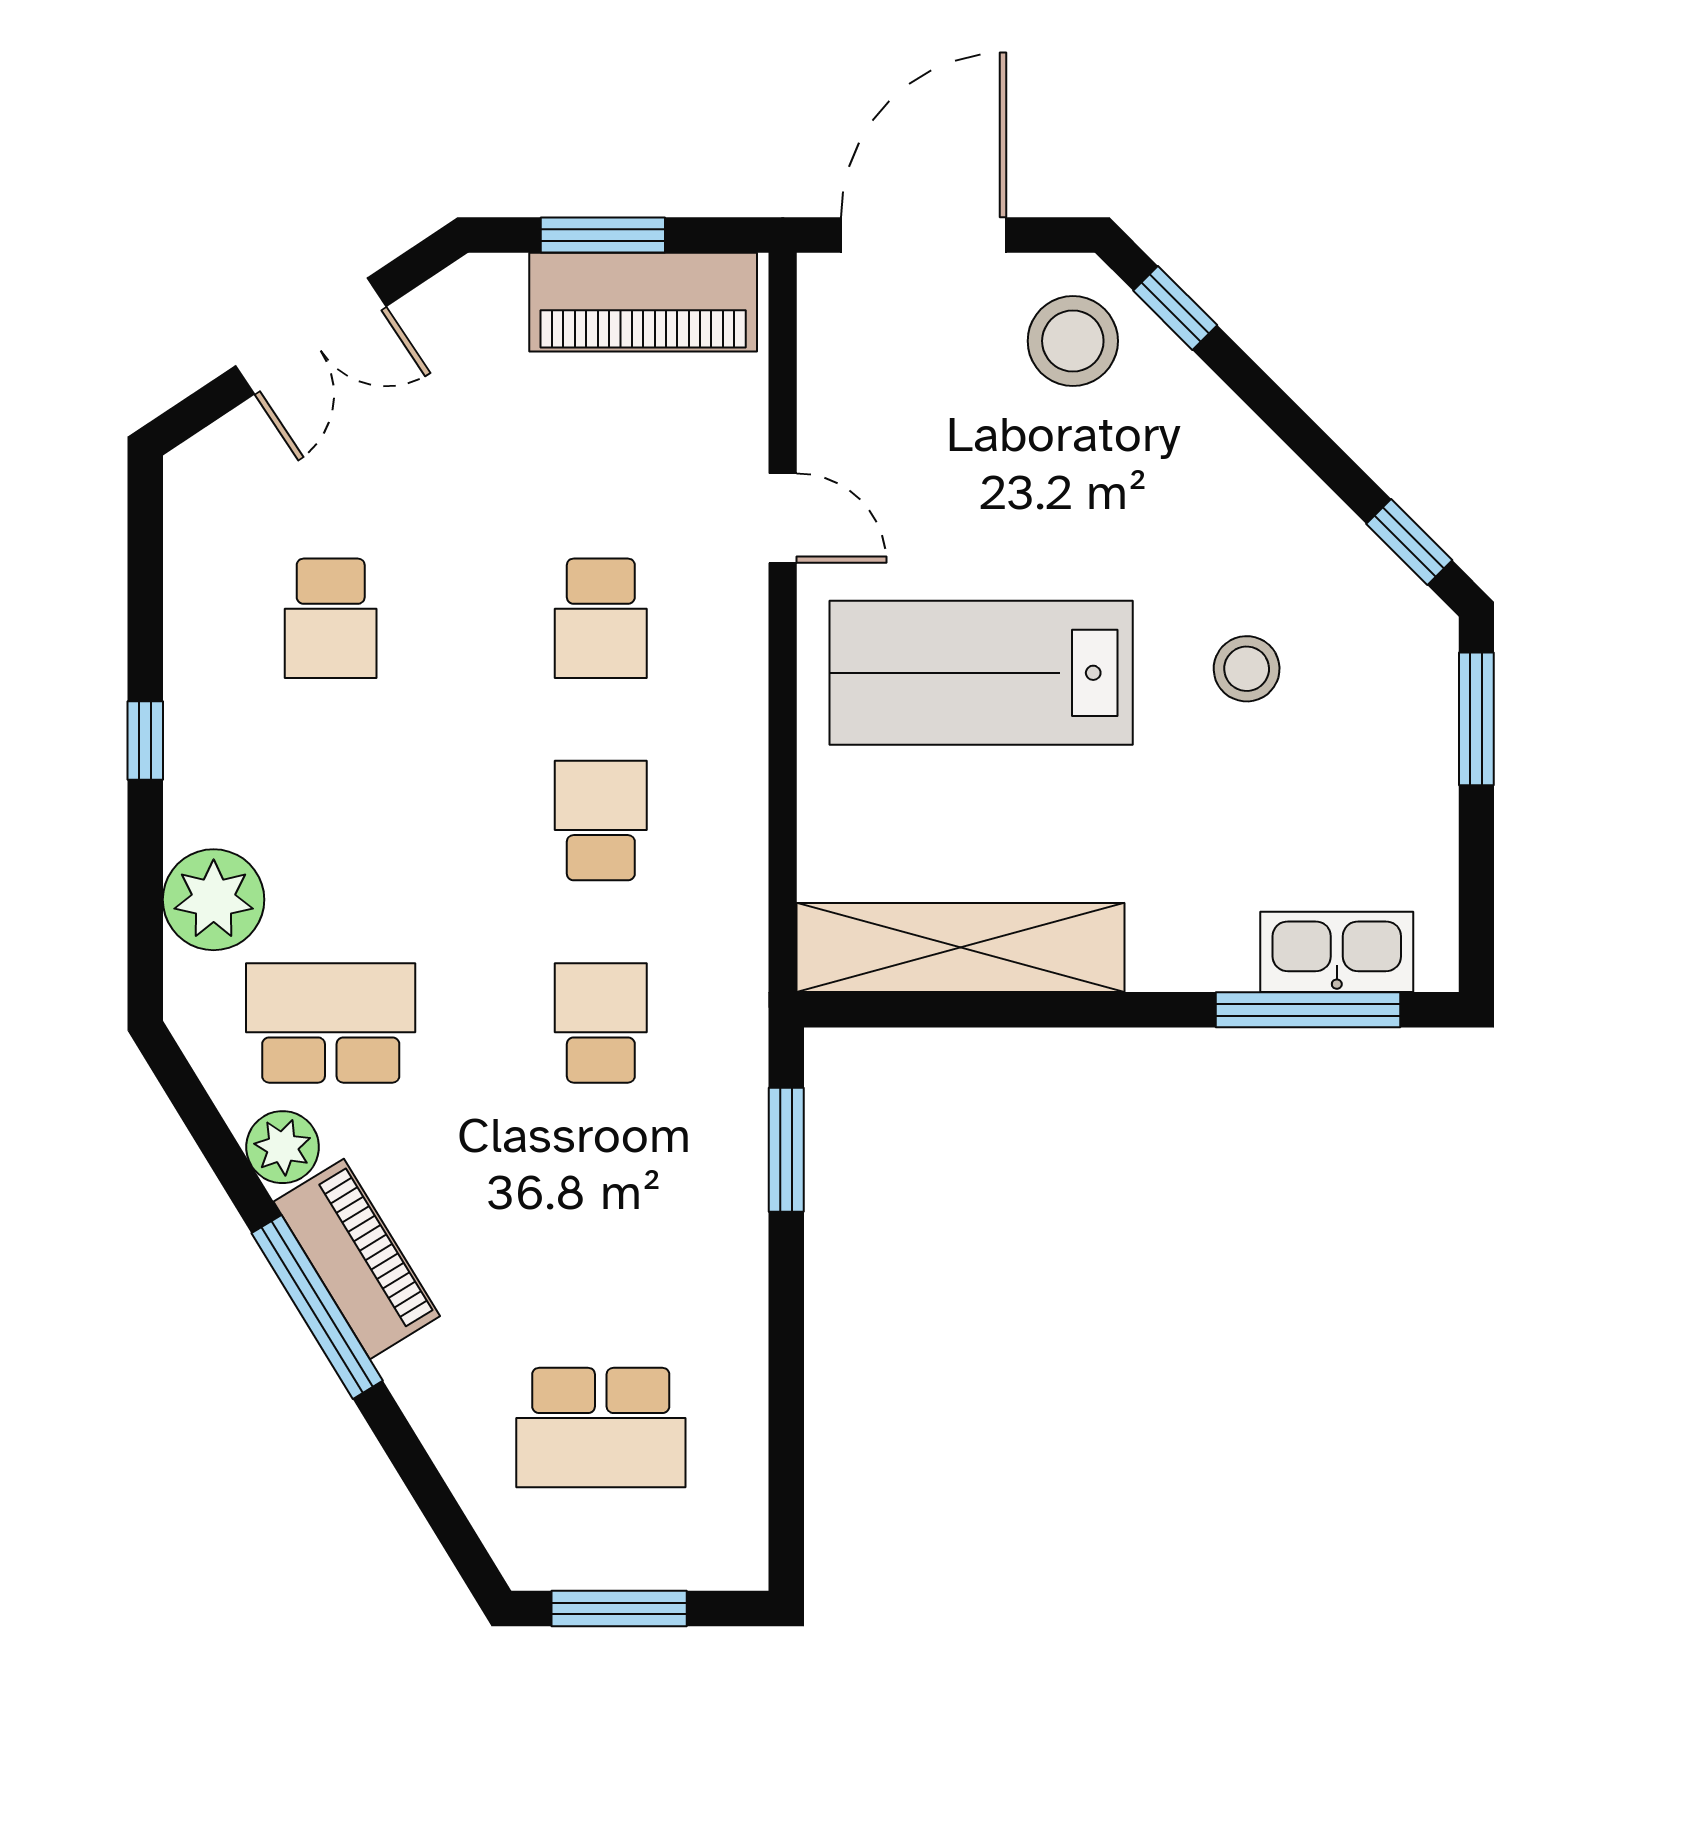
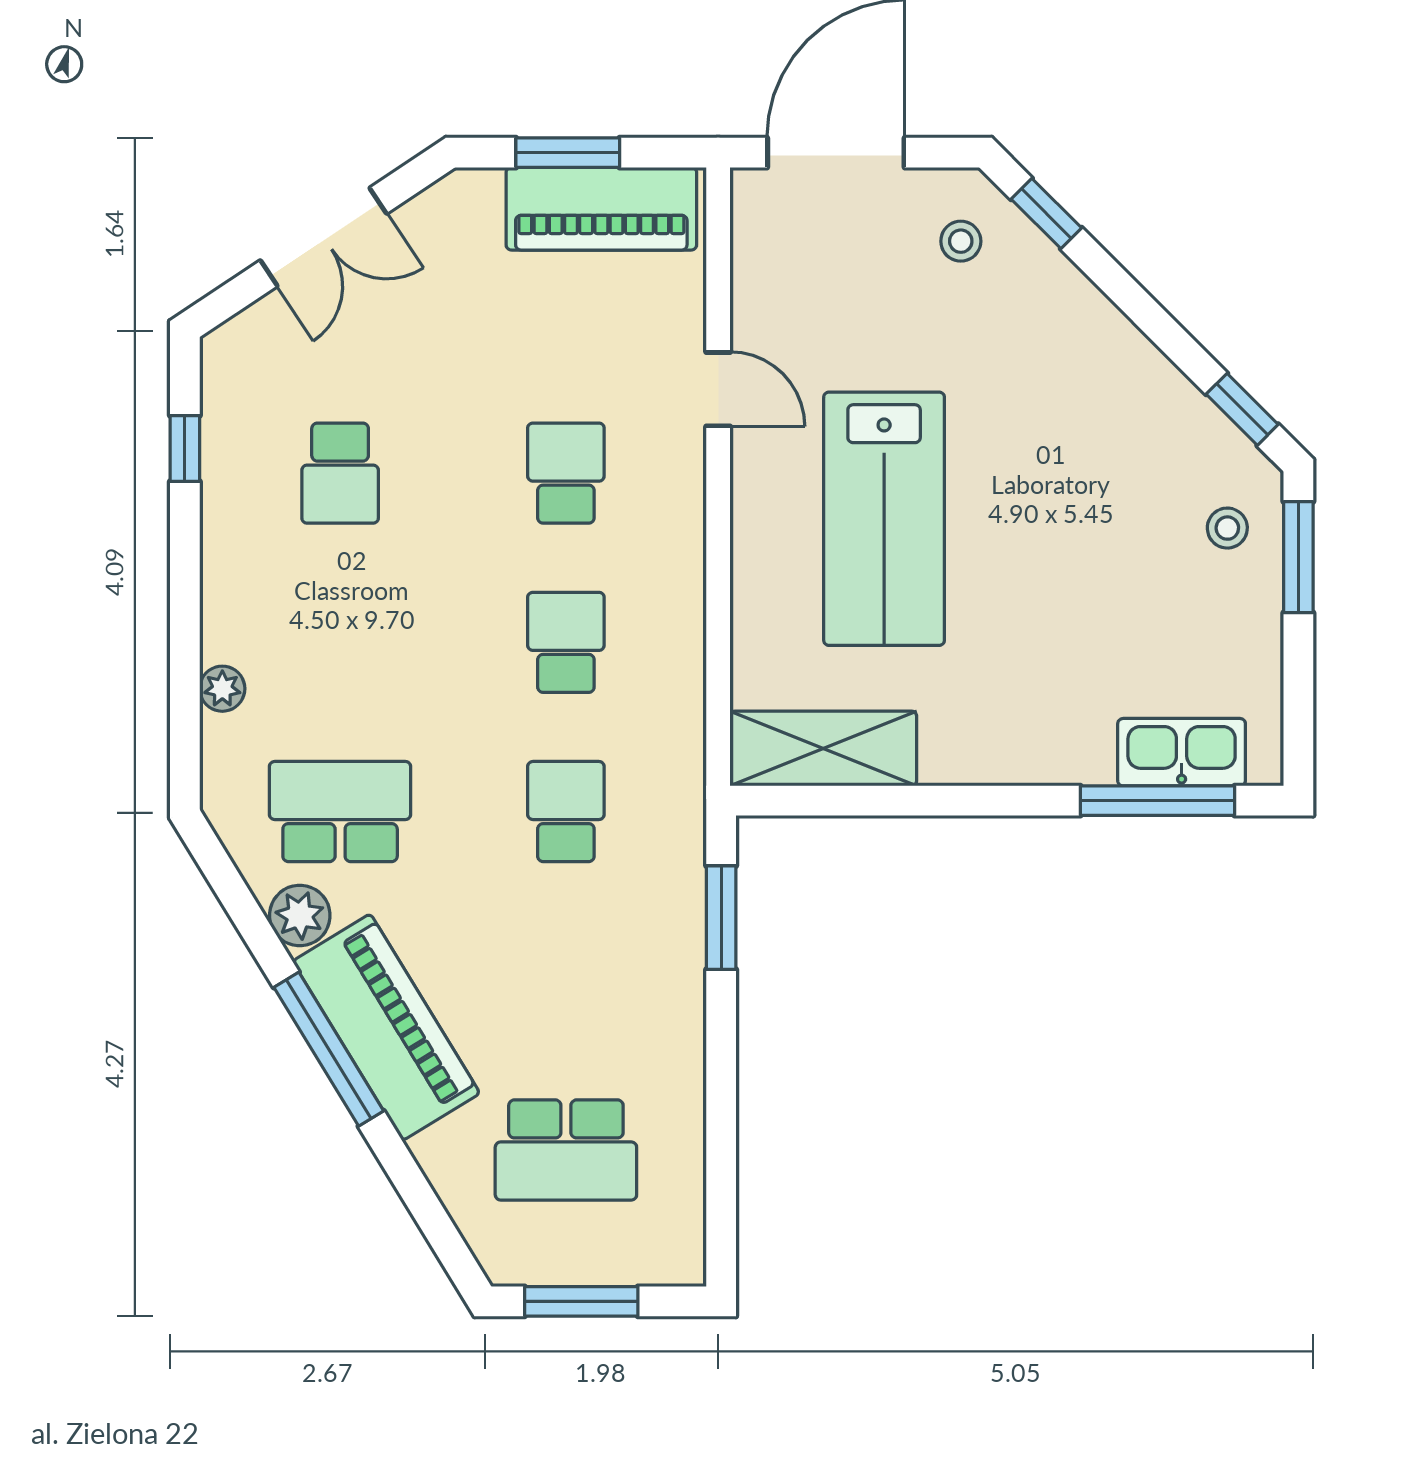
stool: (1073, 341) -> (961, 241), width x0.53, depth x0.53
school desk: (601, 618) -> (566, 473), turned 180
stool: (1247, 669) -> (1227, 528), moved, width x0.73, depth x0.73
lab bench: (981, 673) -> (884, 519), turned -90
window: (145, 741) -> (185, 449), moved
plant: (214, 900) -> (222, 689), width x0.53, depth x0.53
shelving: (961, 948) -> (823, 748), width x0.68
piano: (357, 1259) -> (386, 1027), width x1.37, depth x1.33

